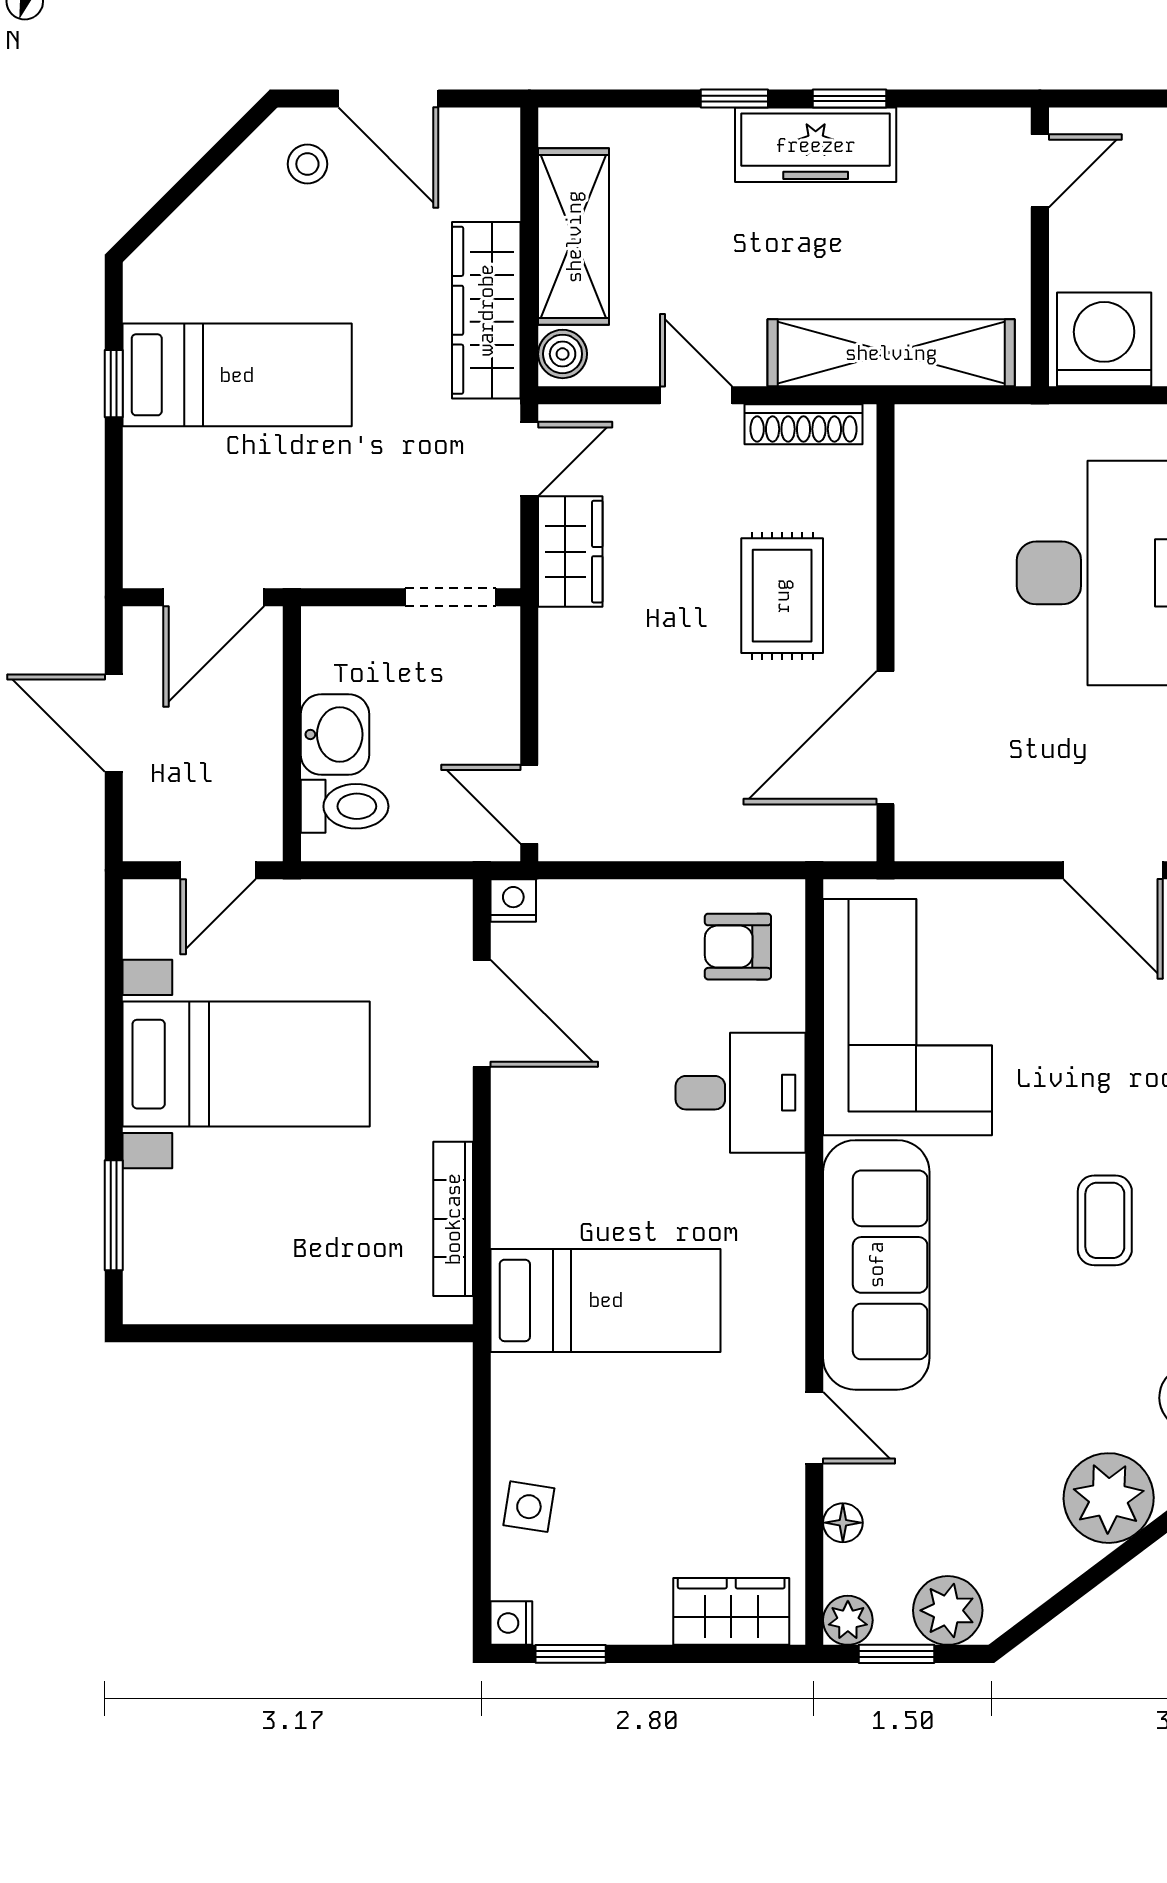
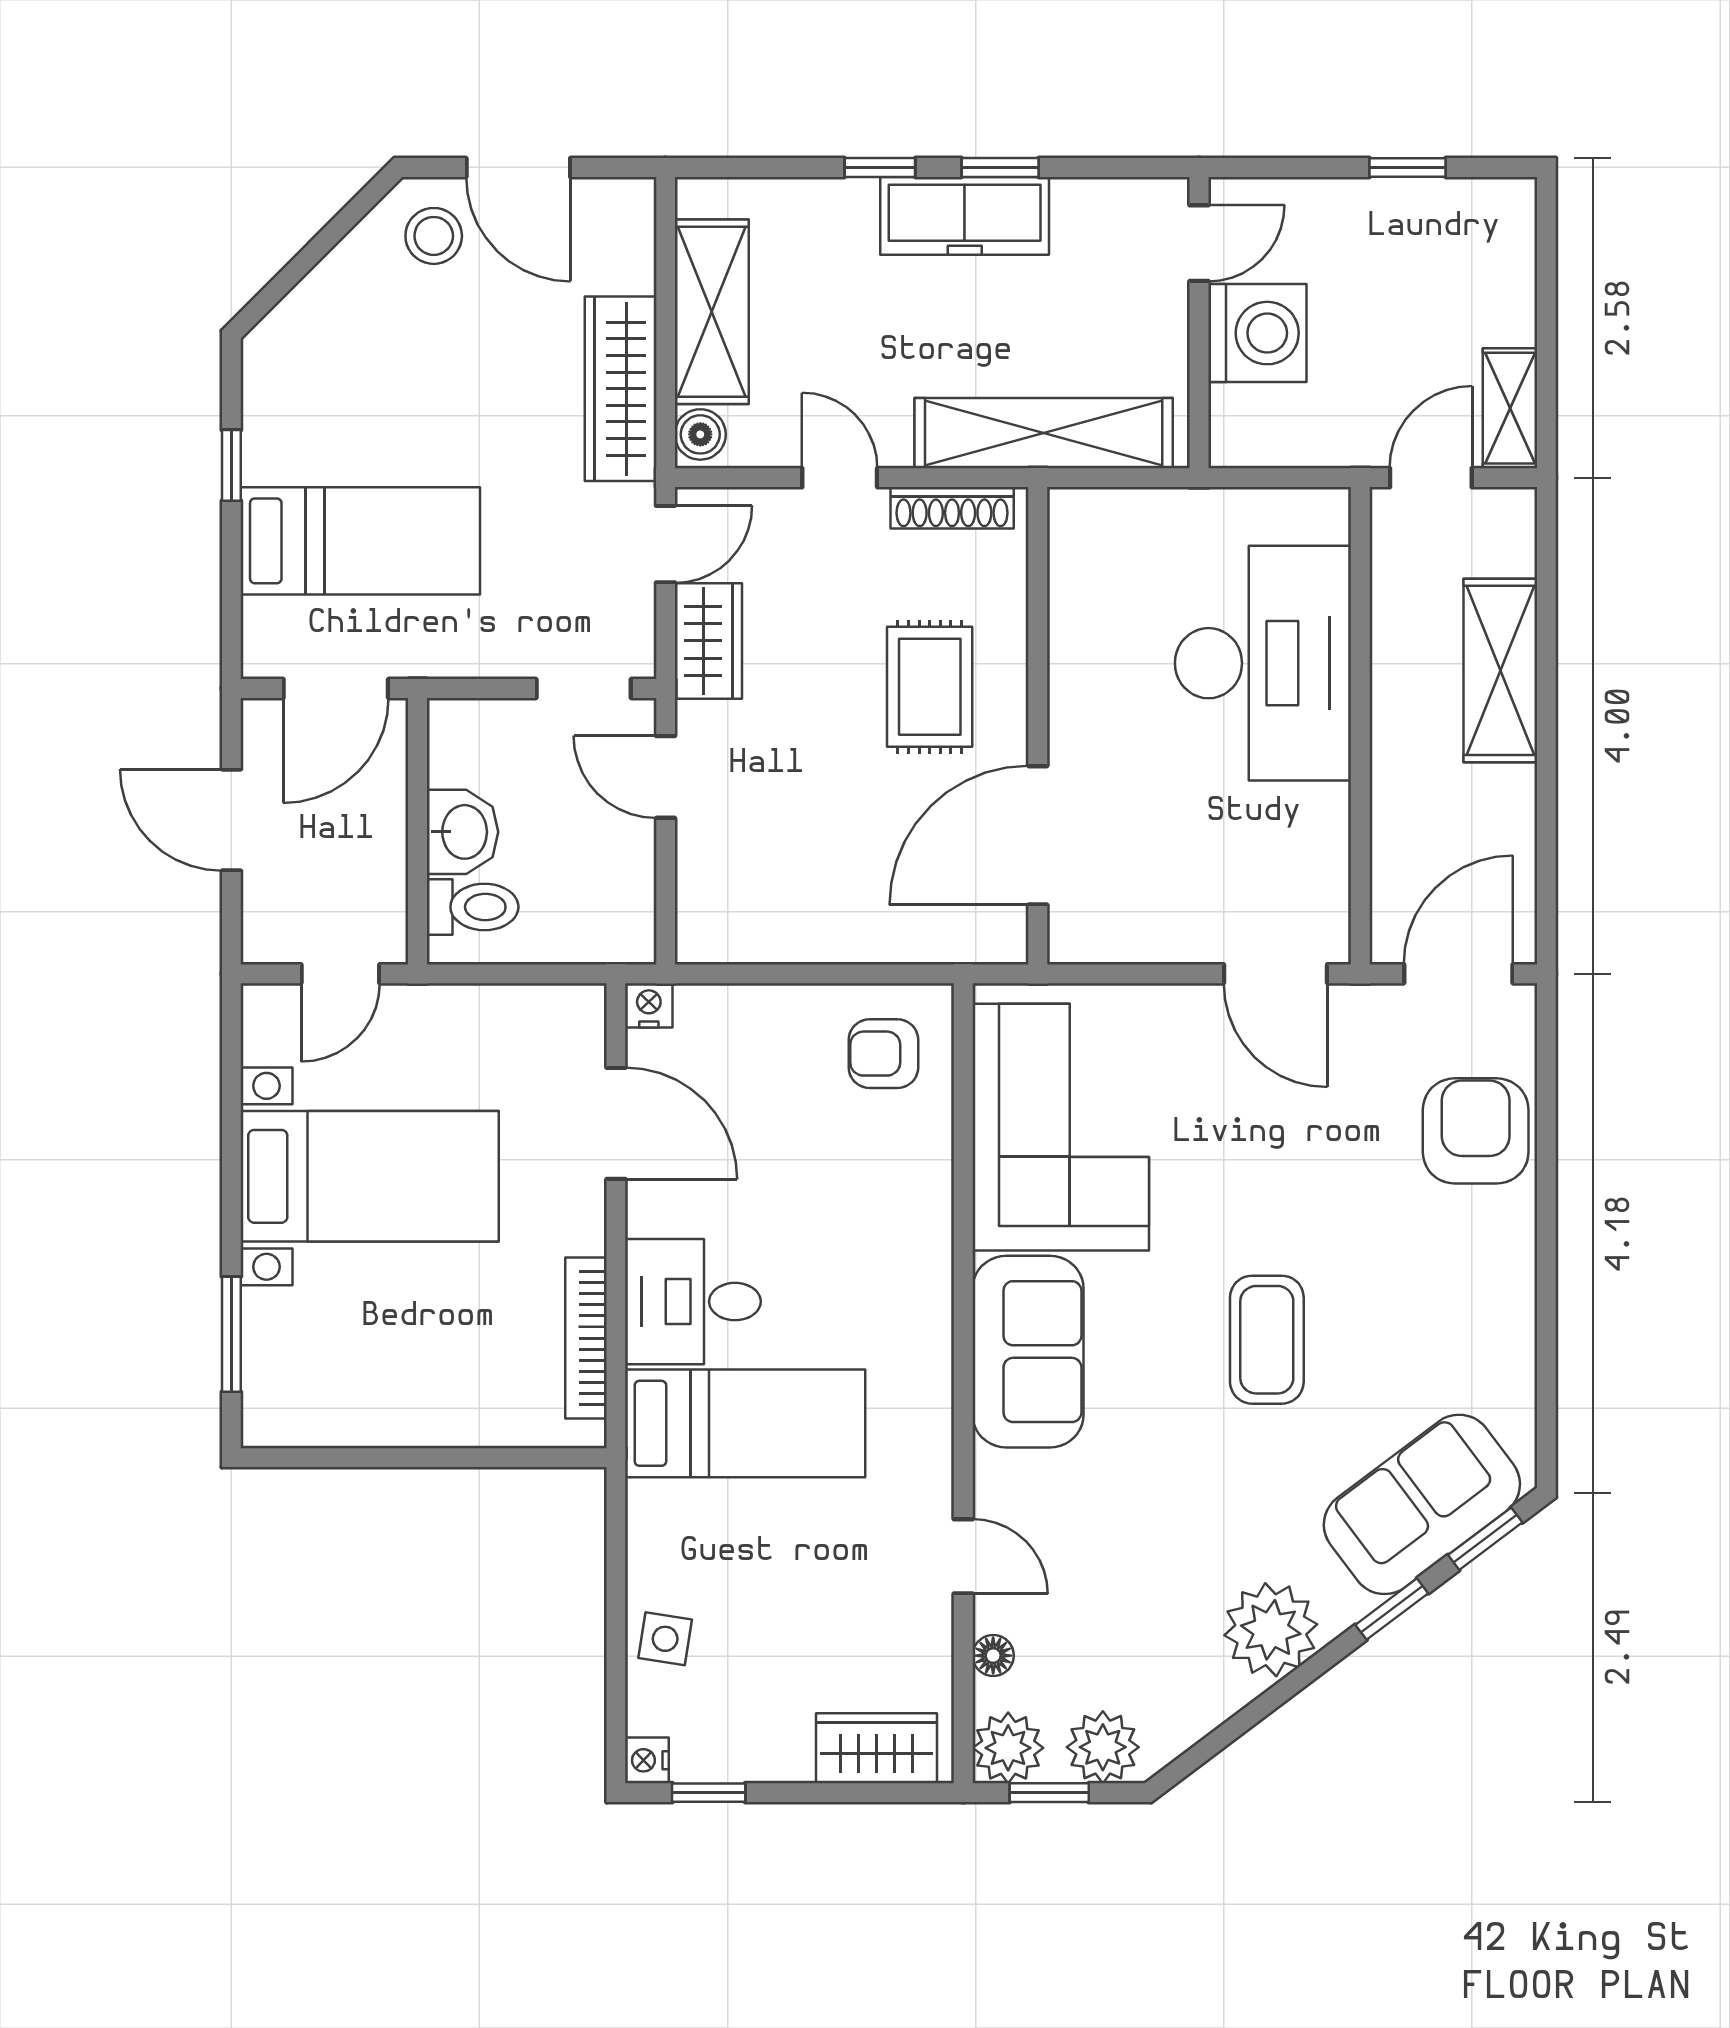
stool: (307, 164) -> (434, 236), width x1.37, depth x1.37
washing machine: (1104, 339) -> (1257, 333), moved, turned 90
bed: (237, 375) -> (360, 541), moved
door: (529, 804) -> (666, 777), moved
desk: (741, 1093) -> (693, 1302), moved, turned 180
coffee table: (1105, 1220) -> (1267, 1340), width x1.36, depth x1.30
sofa: (876, 1265) -> (1028, 1352), width x0.73
plant: (848, 1620) -> (1008, 1748), width x1.38, depth x1.38

